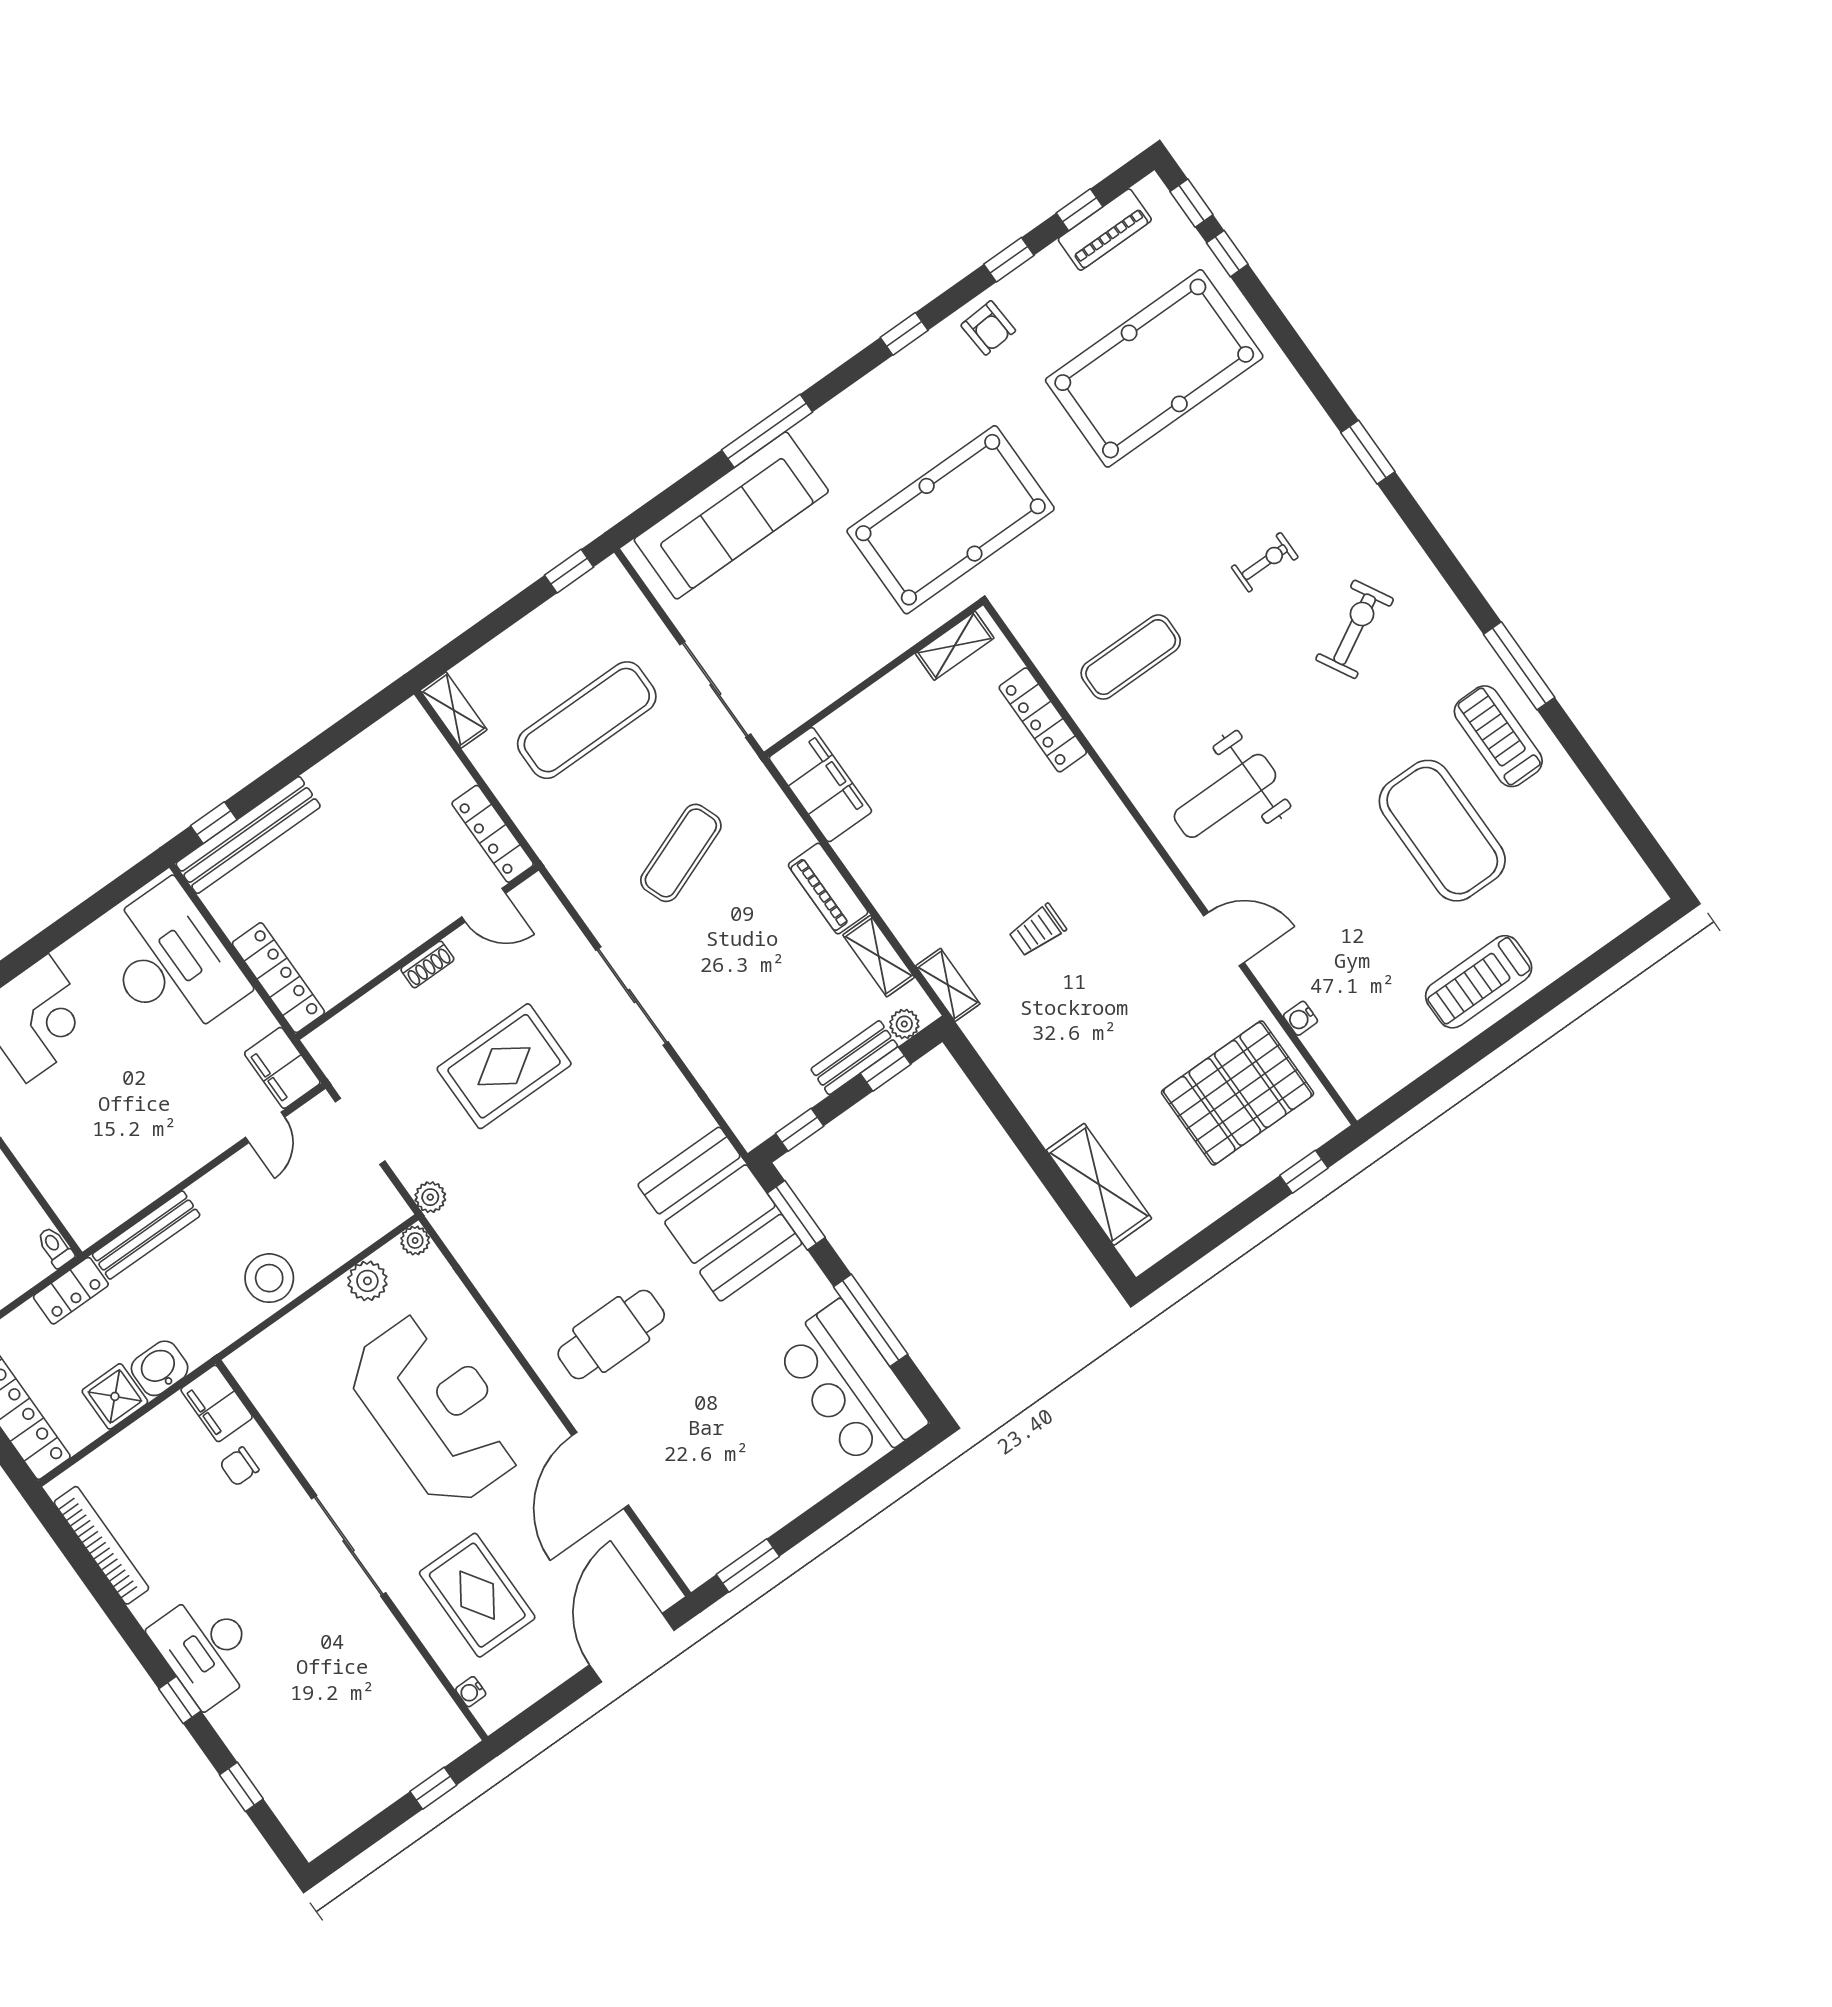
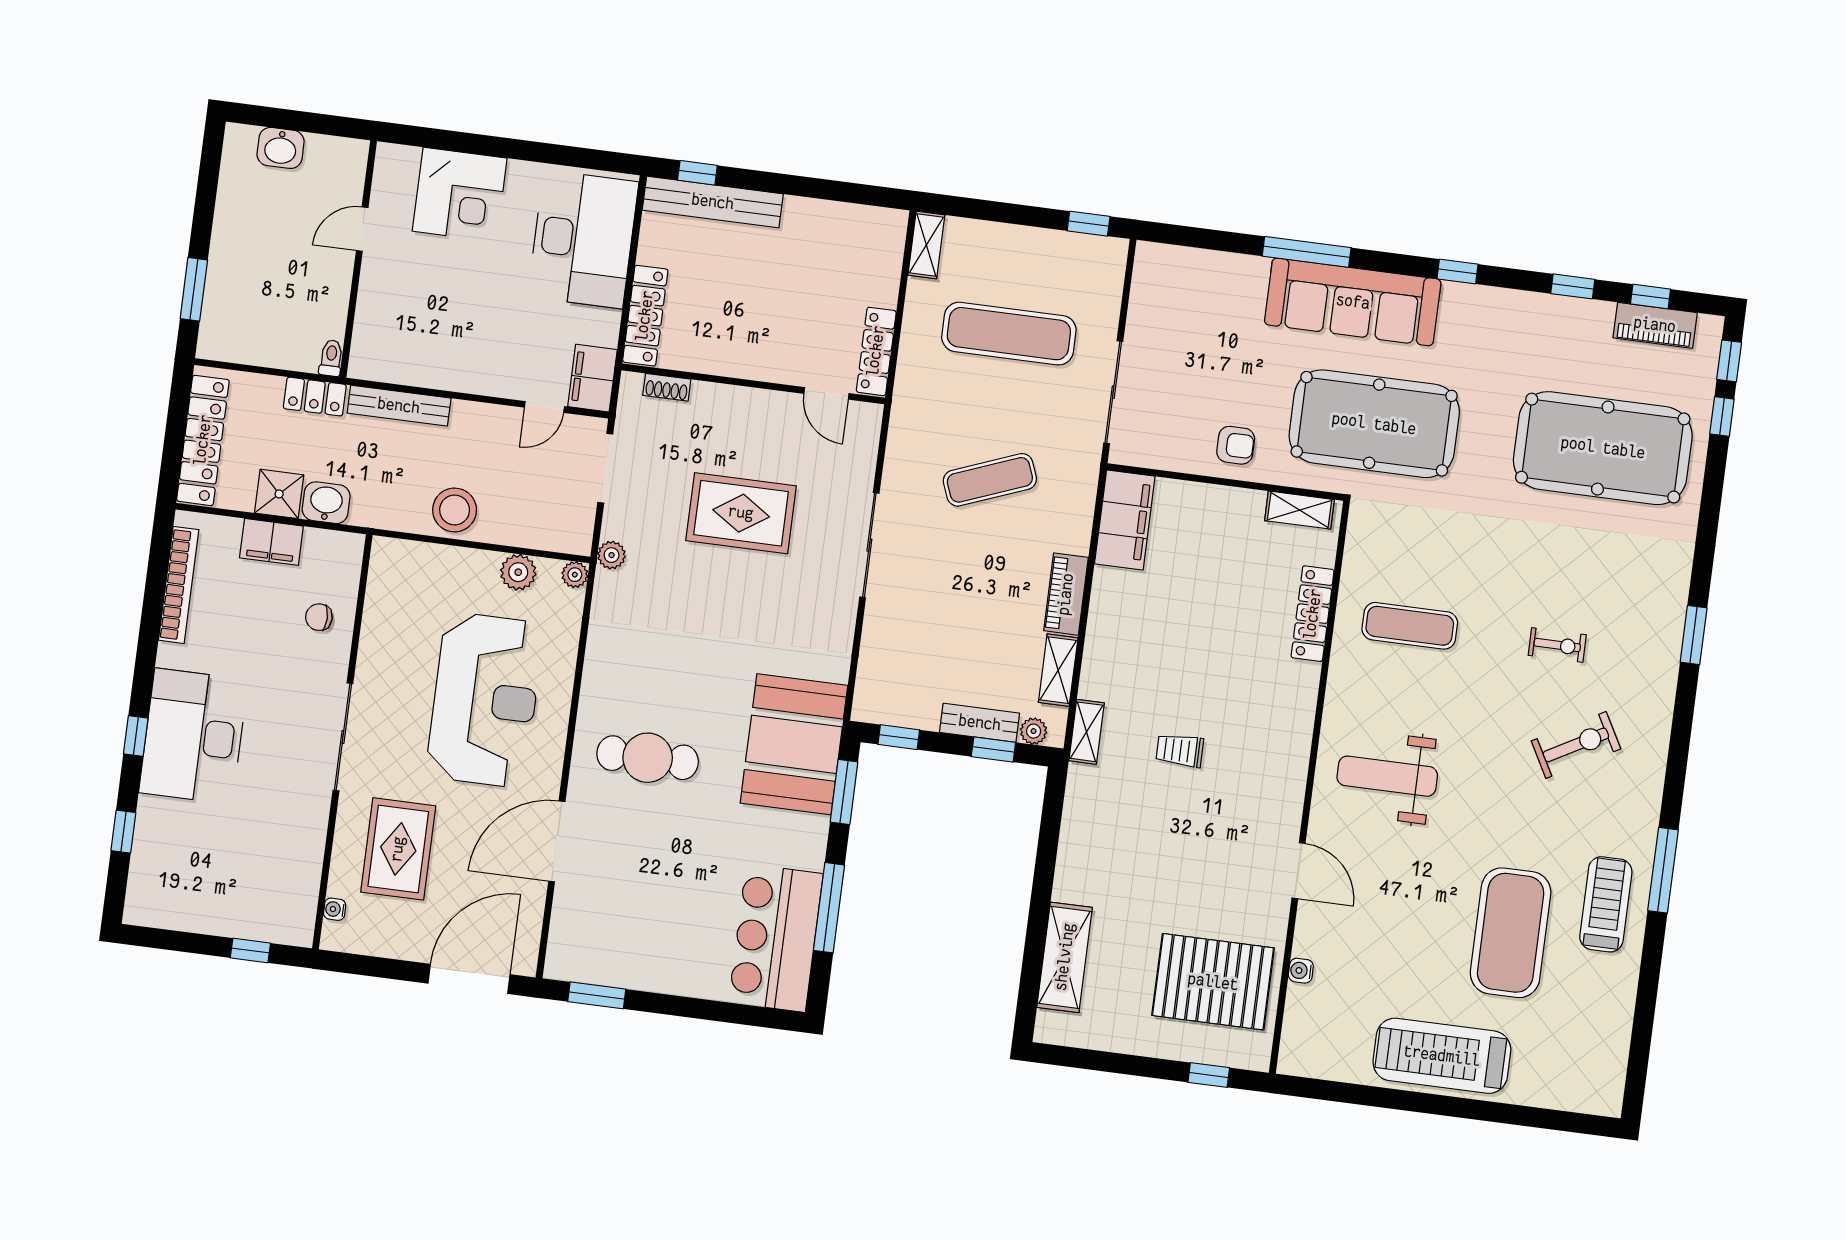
armchair: (988, 328) -> (1236, 445), moved, turned -86
sofa: (731, 515) -> (1353, 302), moved
shoe rack: (427, 964) -> (667, 387), moved
treadmill: (1479, 982) -> (1442, 1056), width x1.37, depth x1.38
filing cabinet: (217, 1403) -> (271, 542), moved, turned -90
desk: (206, 1649) -> (193, 736), width x1.36, depth x1.30

